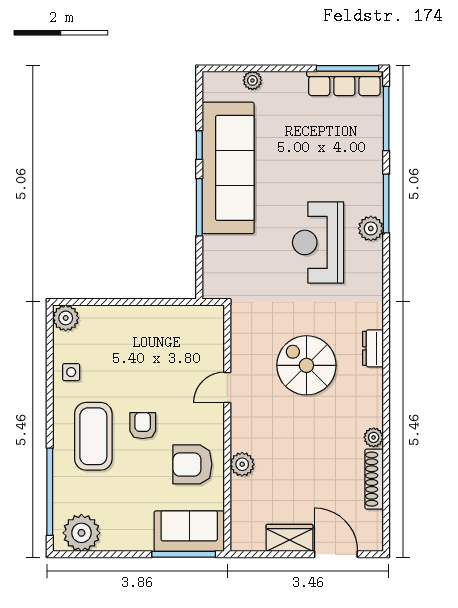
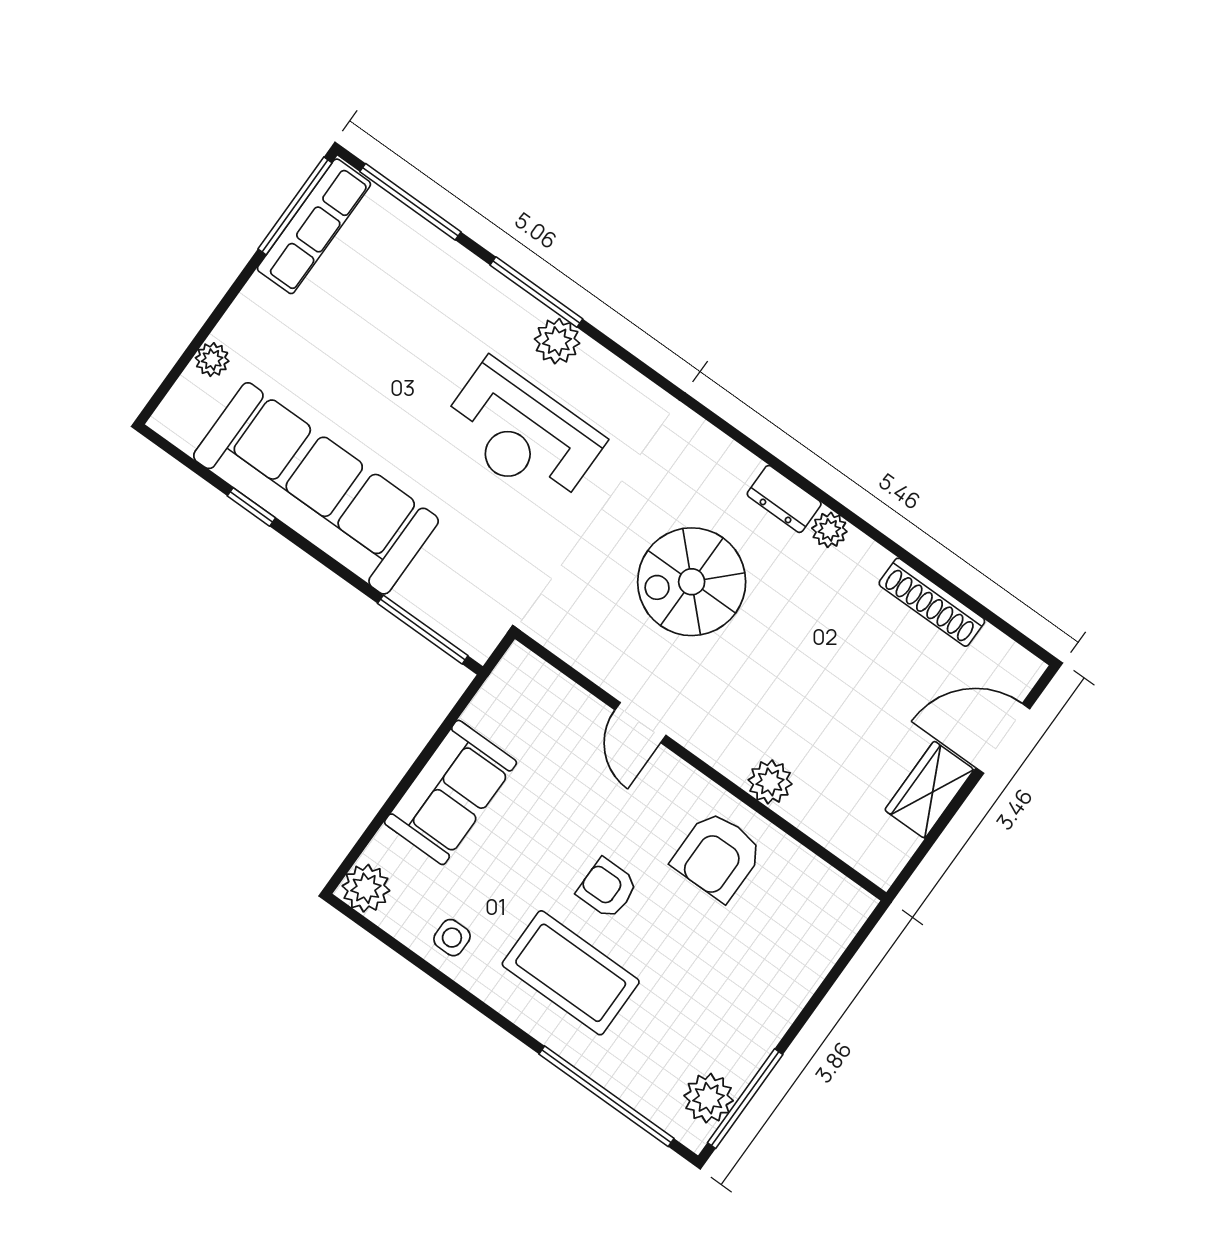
window: (199, 207) -> (423, 630), moved
dresser: (373, 348) -> (784, 499), moved
plant: (374, 437) -> (829, 530), moved
sofa: (189, 531) -> (451, 792), moved, turned 180
plant: (81, 533) -> (709, 1098), width x0.73, depth x0.73
window: (184, 554) -> (745, 1099), moved

